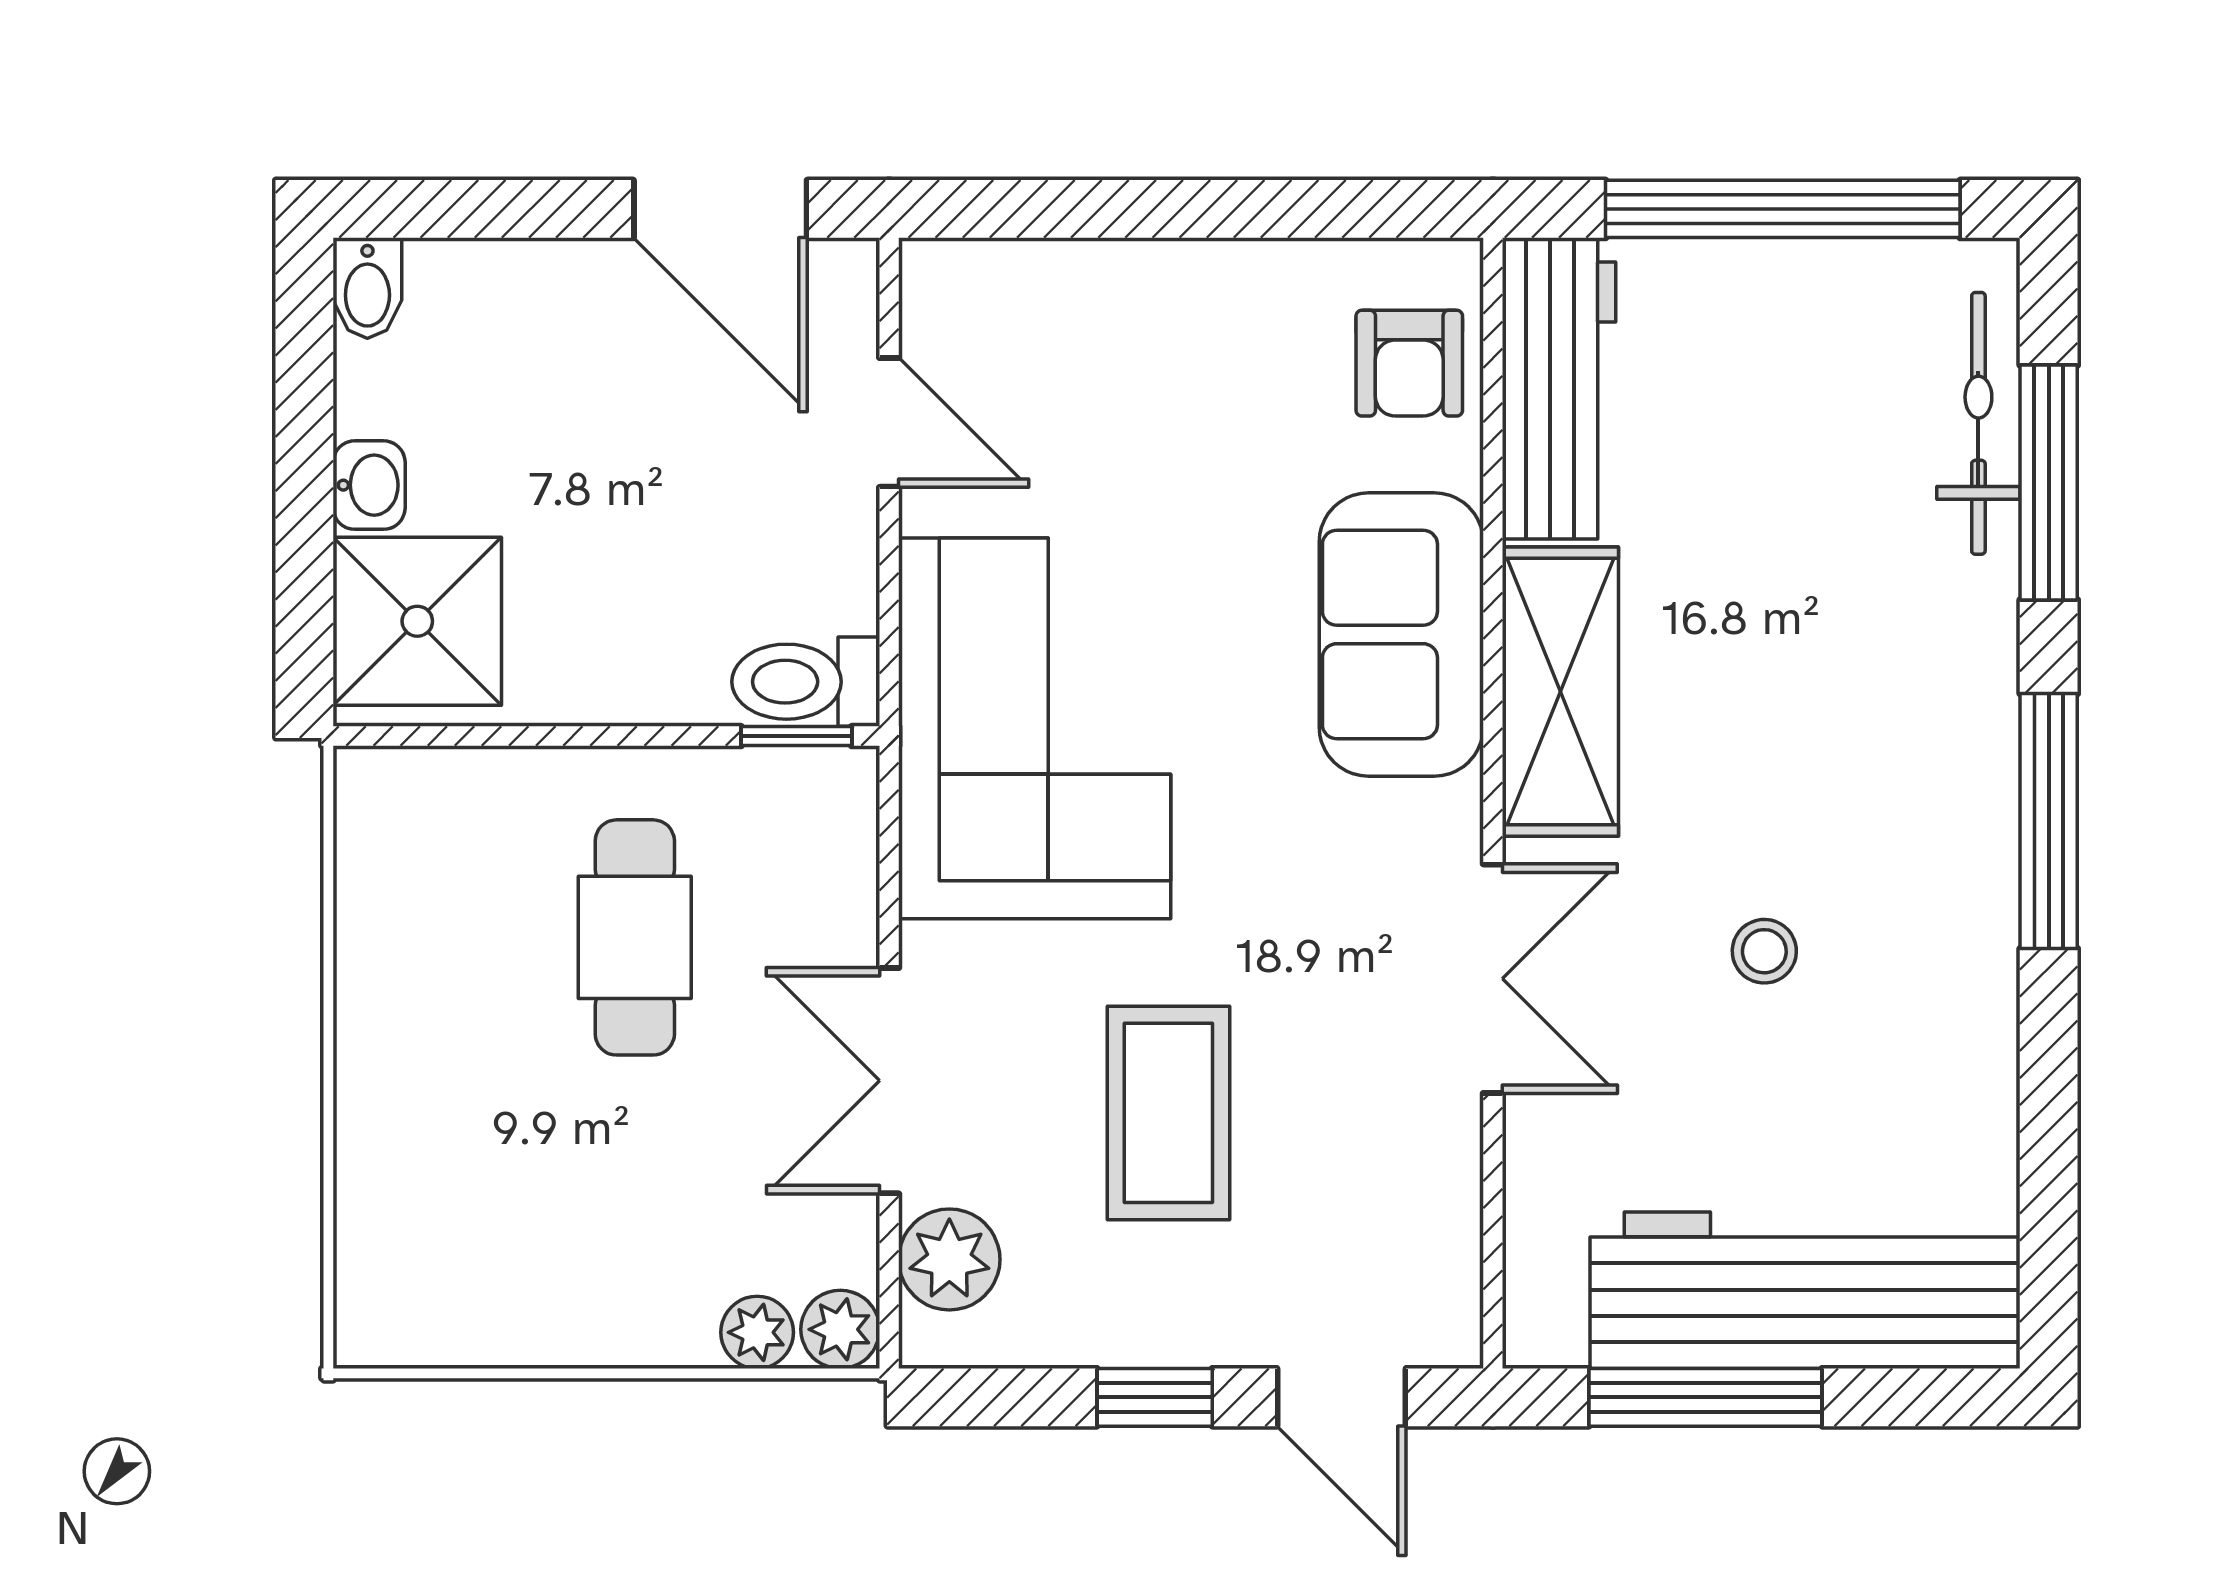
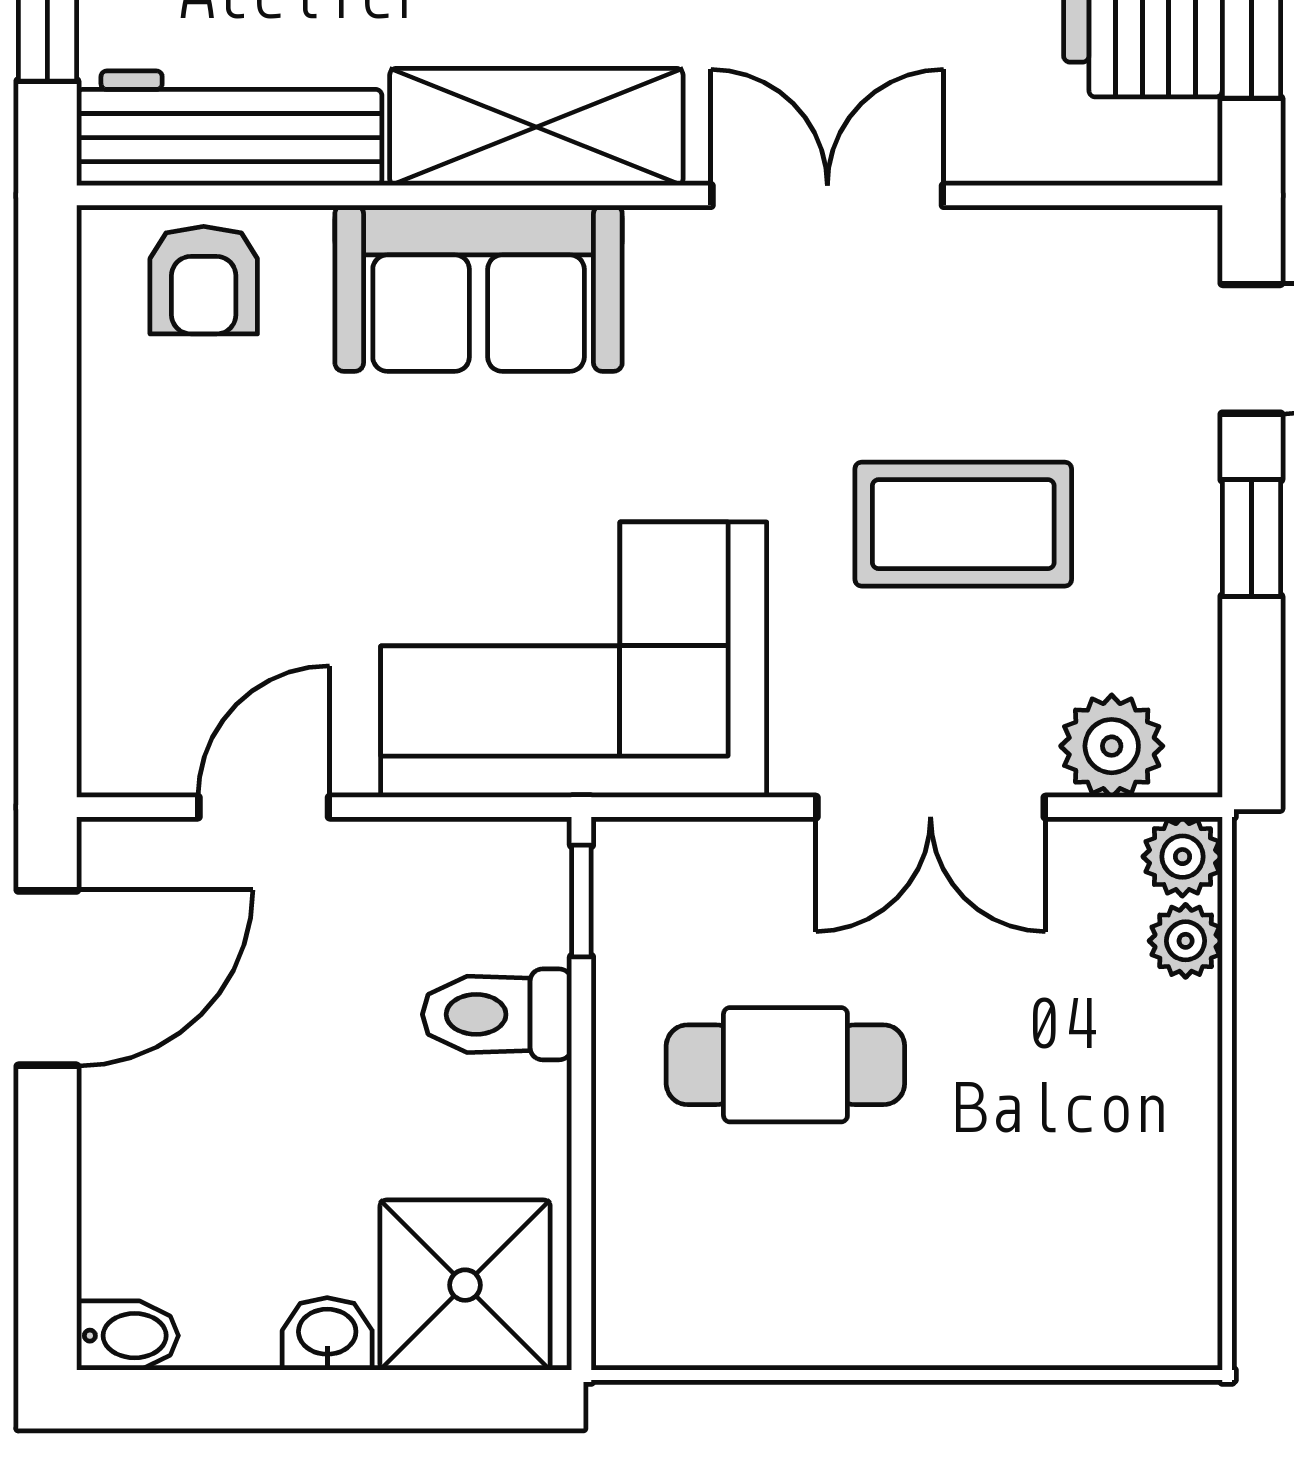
armchair: (1409, 363) -> (204, 280), turned 90
toilet: (806, 682) -> (497, 1014), moved, turned 90

